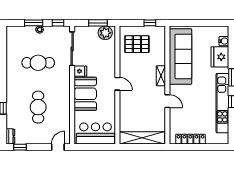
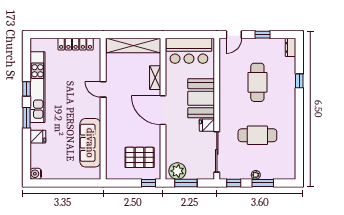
window: (150, 23) -> (149, 183), moved
water cooler: (224, 41) -> (36, 174), moved
sofa: (180, 56) -> (90, 143), width x0.74, depth x0.79
fridge: (220, 57) -> (38, 137), width x0.53, depth x0.75
shelving: (161, 76) -> (155, 78), moved
door: (117, 84) -> (163, 110), width x1.88
window: (20, 147) -> (263, 35), moved

